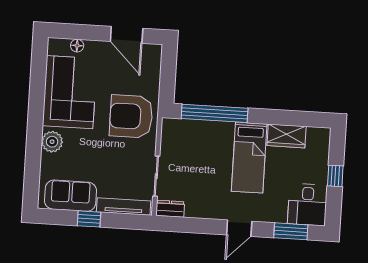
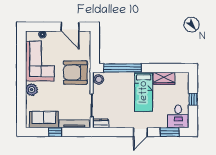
stool: (172, 131) -> (99, 79), added

